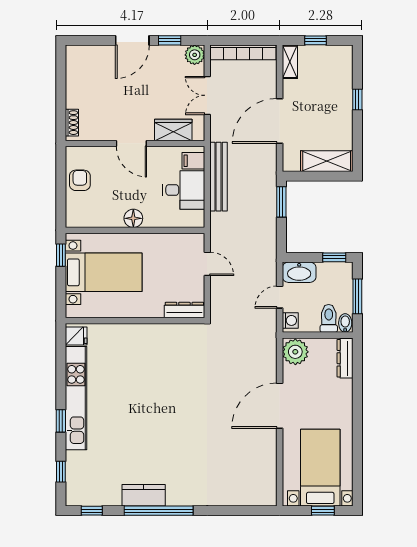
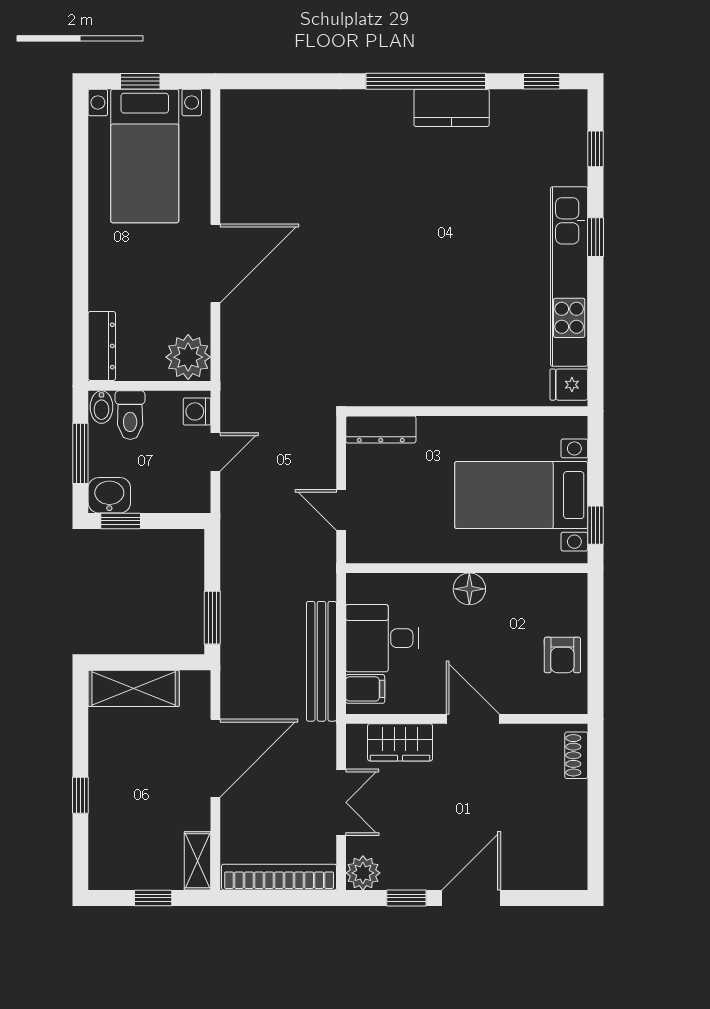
washbasin: (299, 272) -> (109, 495), moved, width x0.72

